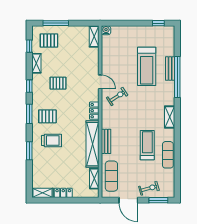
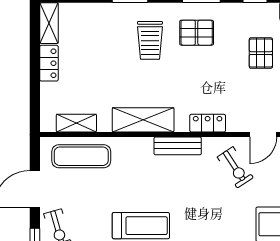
pallet: (47, 116) -> (197, 33), turned 90
bench: (106, 141) -> (178, 146), moved
shelving: (93, 144) -> (143, 120), width x0.68

